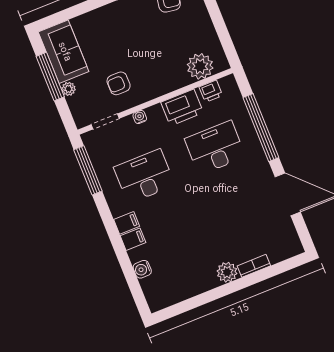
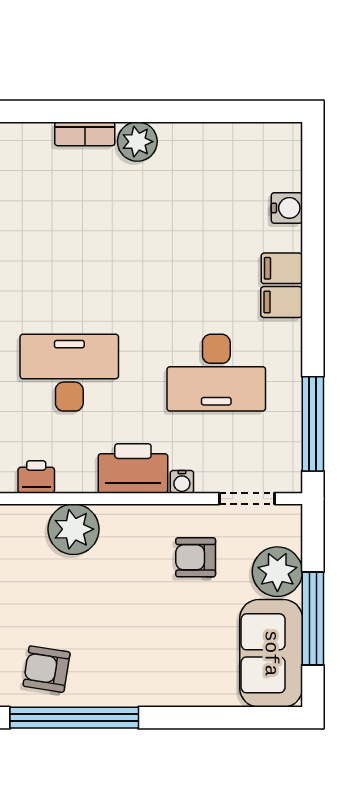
plant: (200, 66) -> (73, 529), moved
armchair: (119, 83) -> (196, 557), turned 180
plant: (69, 89) -> (277, 572), width x1.88, depth x1.88
printer: (182, 108) -> (133, 468), moved
desk: (215, 148) -> (69, 373), turned 180

